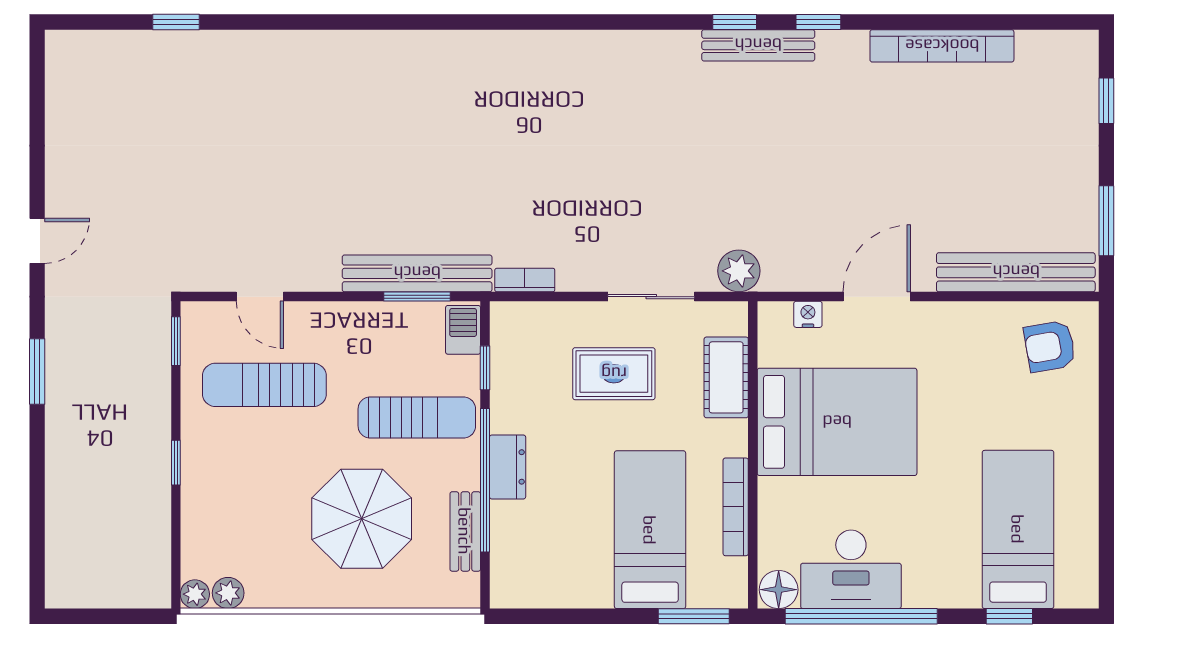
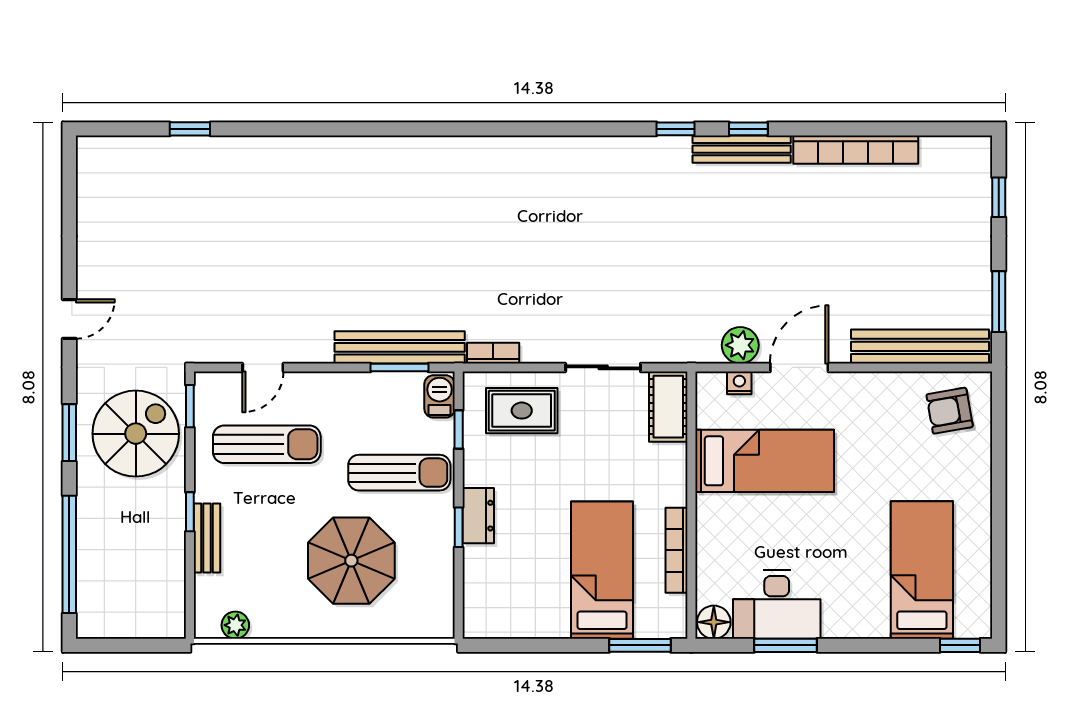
bench: (758, 45) -> (742, 149), moved
plant: (739, 271) -> (740, 345), moved
door: (260, 297) -> (263, 367), hinge flipped
spiral stairs: (114, 373) -> (136, 434), added
rug: (614, 374) -> (522, 411), moved
cot: (726, 377) -> (668, 407), moved
sun lounger: (264, 385) -> (267, 444), turned 180
bed: (837, 422) -> (765, 461), width x0.67
window: (485, 480) -> (459, 527), width x0.32
window: (37, 512) -> (69, 554), added
bench: (465, 531) -> (207, 538), moved
plant: (195, 594) -> (206, 626), removed
window: (861, 616) -> (786, 645), width x0.47
window: (1009, 616) -> (960, 645), moved

